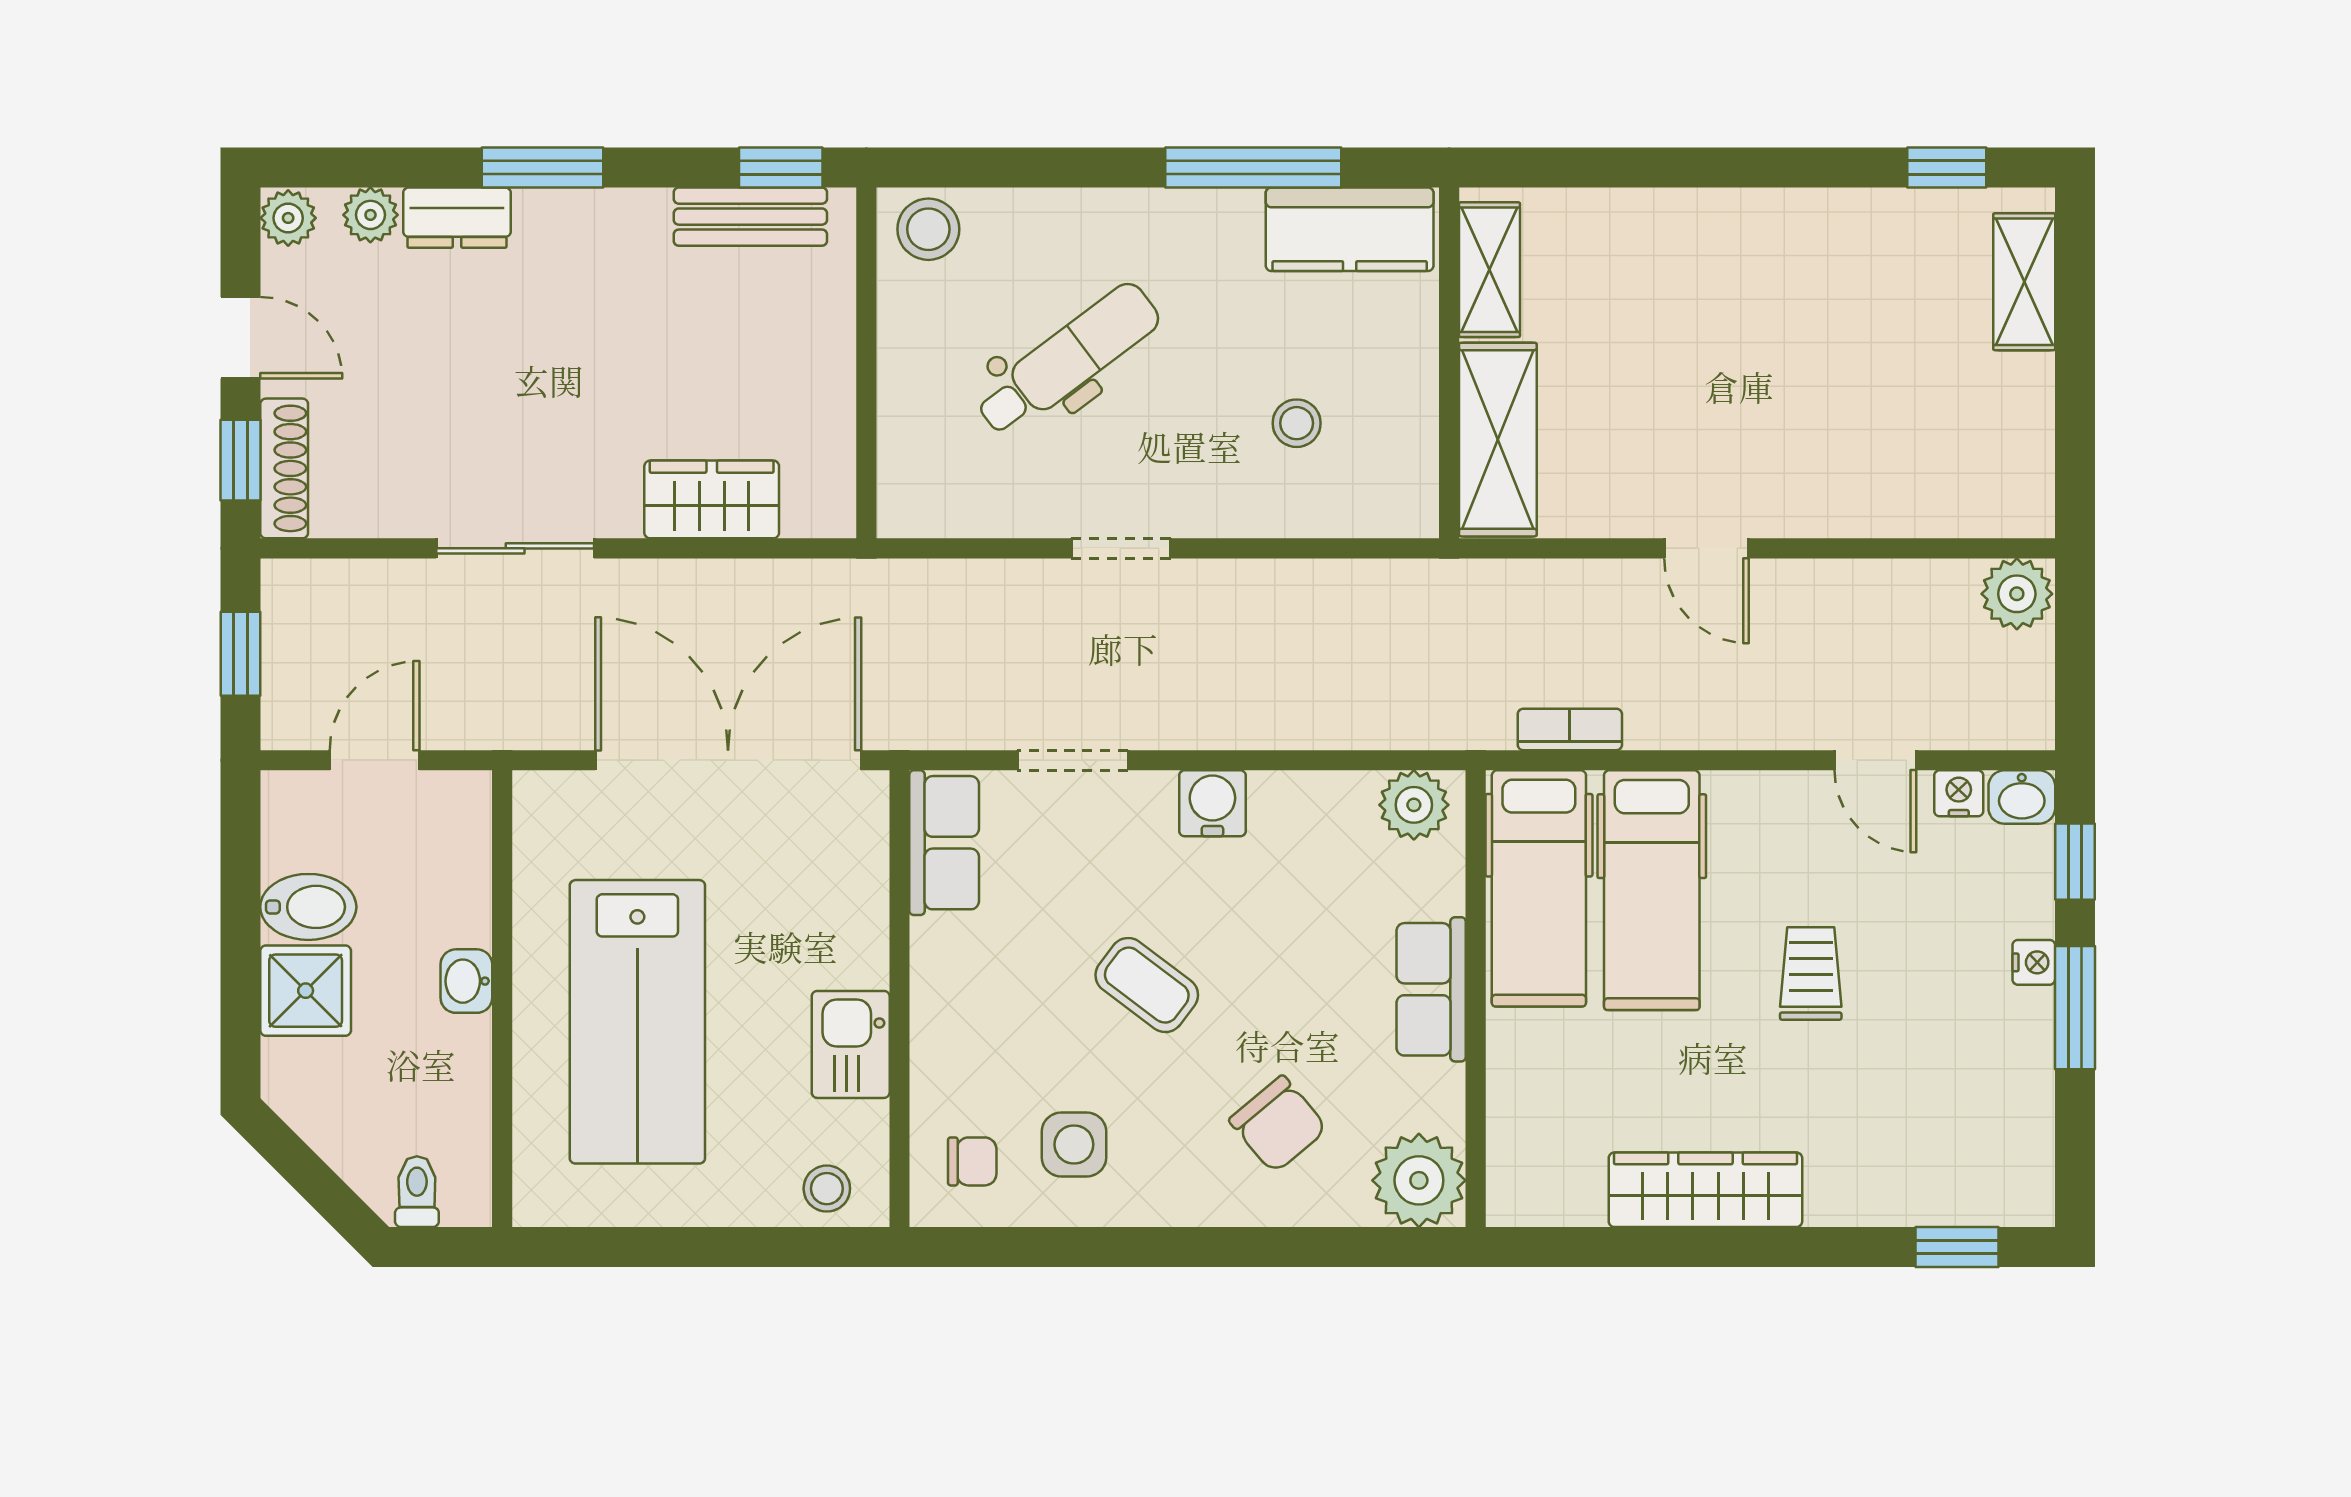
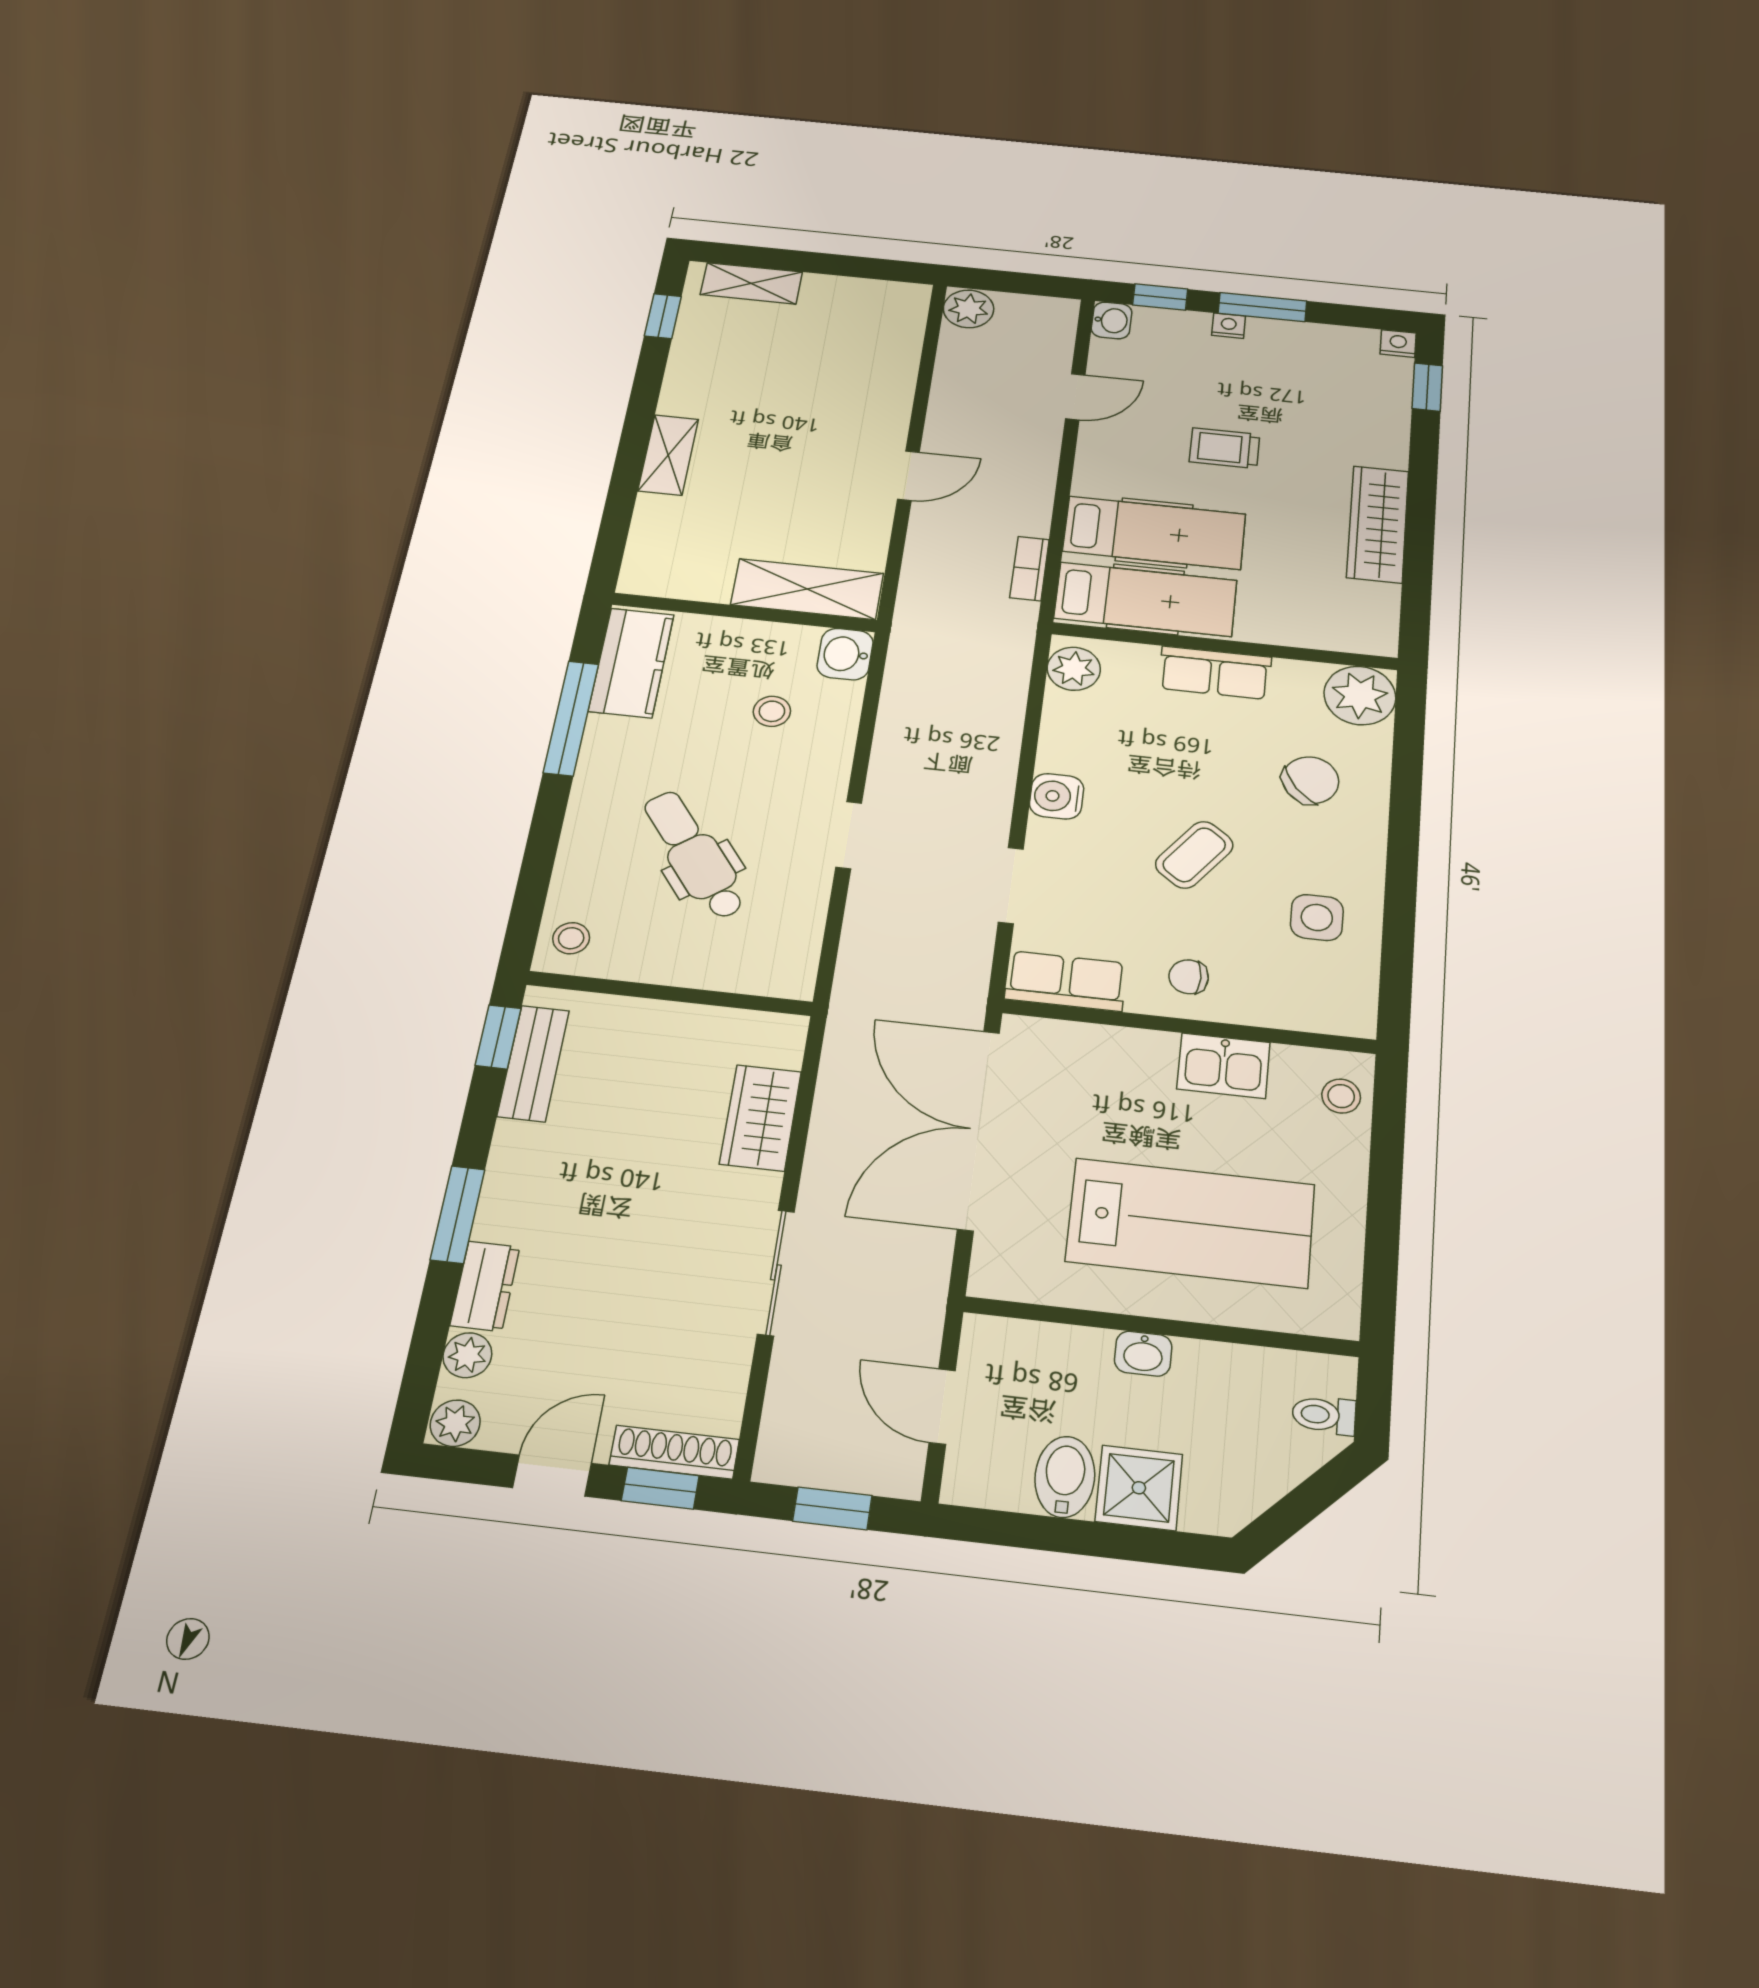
stool: (928, 229) -> (571, 938), width x0.73, depth x0.73
shelving: (1489, 270) -> (668, 455), moved, turned 90
washbasin: (1399, 504) -> (845, 654), added
nightstand: (1959, 793) -> (1398, 344), moved, turned 90
chair: (972, 1161) -> (1189, 977), moved, turned -90

